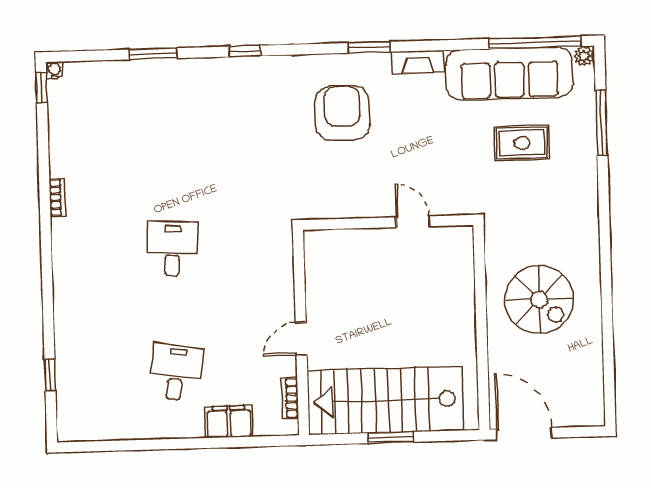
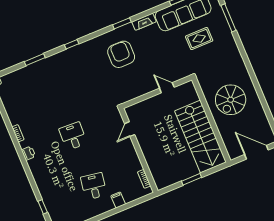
printer: (64, 249) -> (28, 153), added
spiral stairs: (539, 299) -> (231, 100), turned 90
door: (301, 339) -> (130, 129), moved
stairs: (385, 400) -> (201, 137), moved, turned -90
filing cabinet: (229, 422) -> (118, 200), width x0.50
door: (524, 434) -> (256, 152), moved

